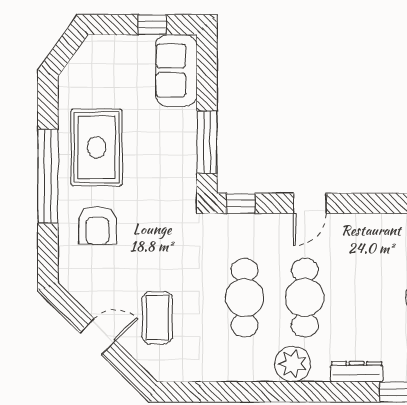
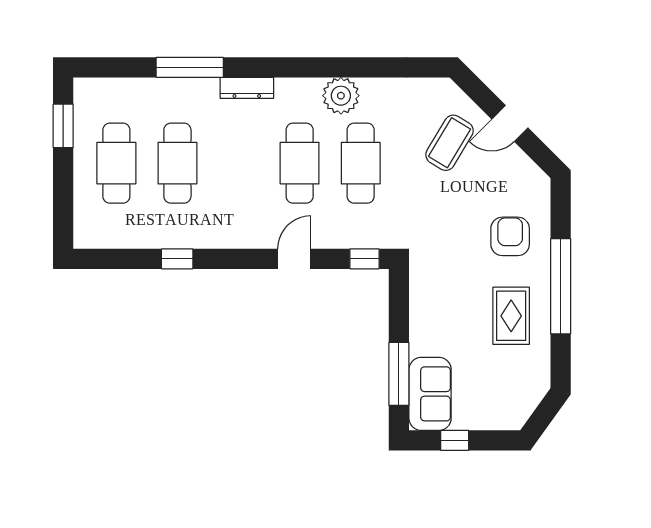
window: (207, 142) -> (399, 374), moved
rug: (97, 147) -> (511, 316), width x0.73, depth x0.70
coffee table: (157, 318) -> (450, 143), turned 31
plant: (293, 364) -> (341, 96), moved

